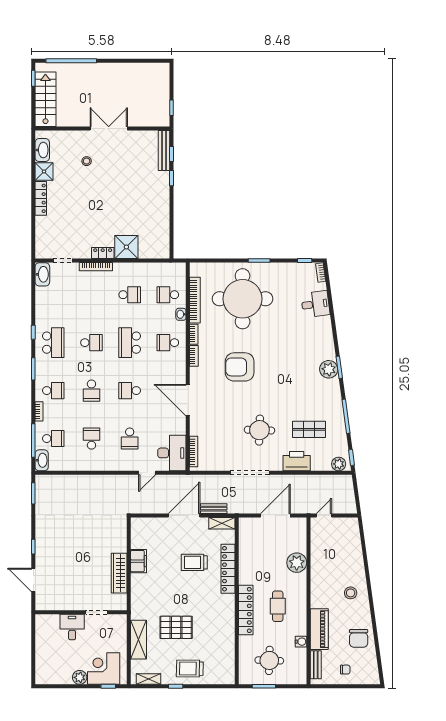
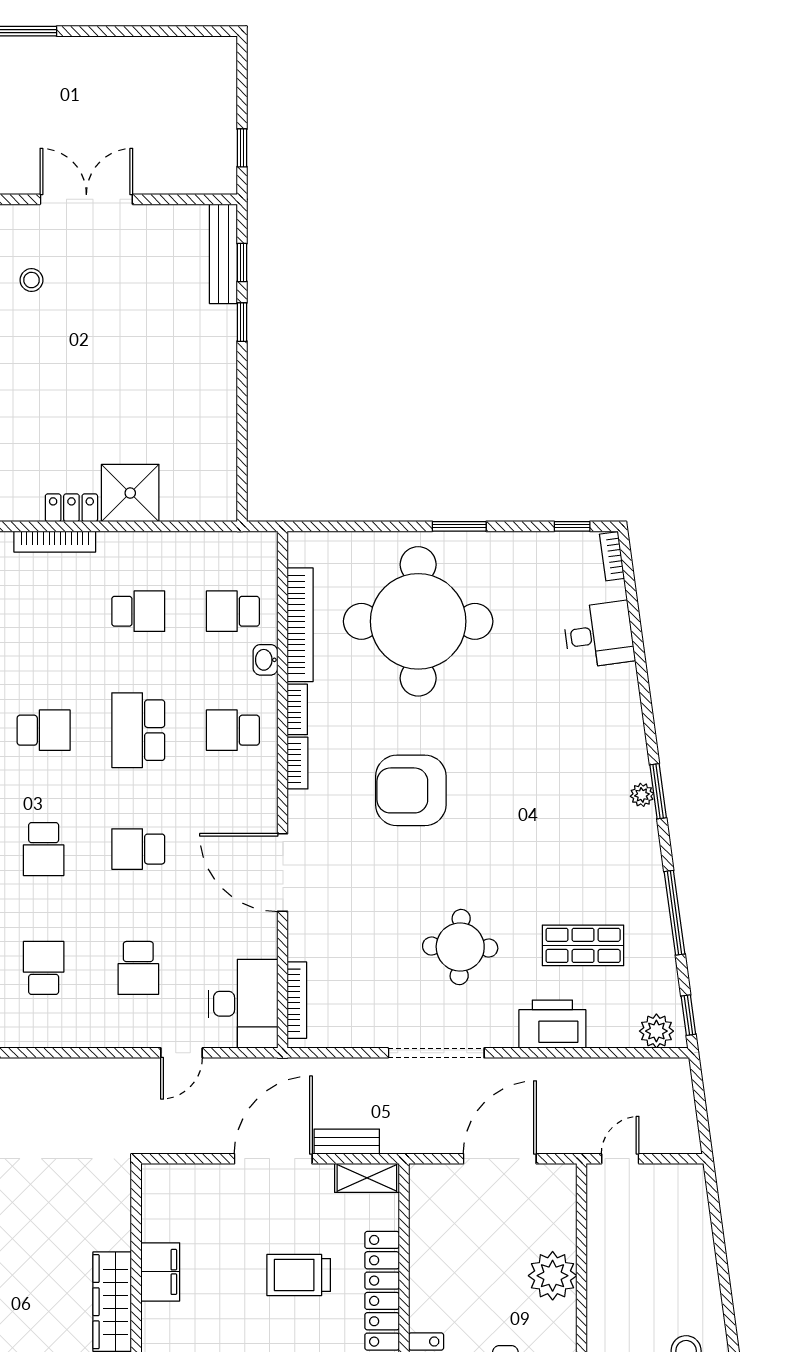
plant: (329, 369) -> (642, 795), width x0.53, depth x0.53

